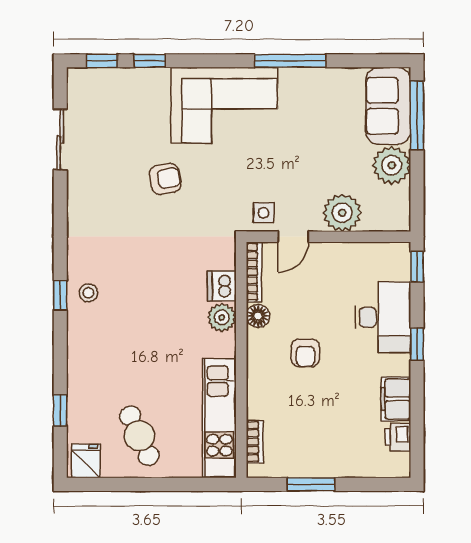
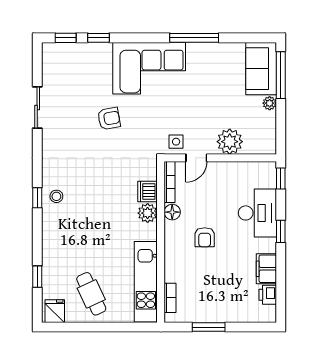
sliding door: (60, 140) -> (37, 108), moved
plant: (392, 165) -> (270, 103), width x0.53, depth x0.53

